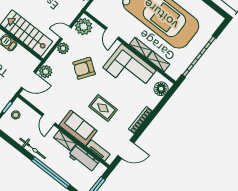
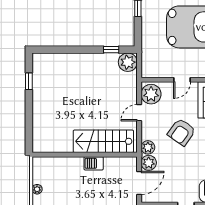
door: (112, 33) -> (182, 80), hinge flipped
plant: (63, 48) -> (148, 147), moved

